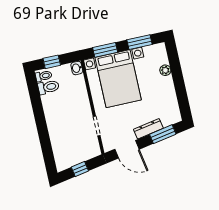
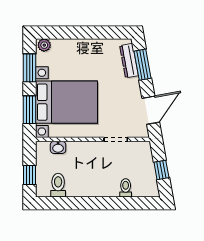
washbasin: (77, 68) -> (58, 147), moved
plant: (165, 70) -> (44, 45), moved
toilet: (44, 76) -> (126, 188), moved
dresser: (148, 129) -> (129, 61), moved

